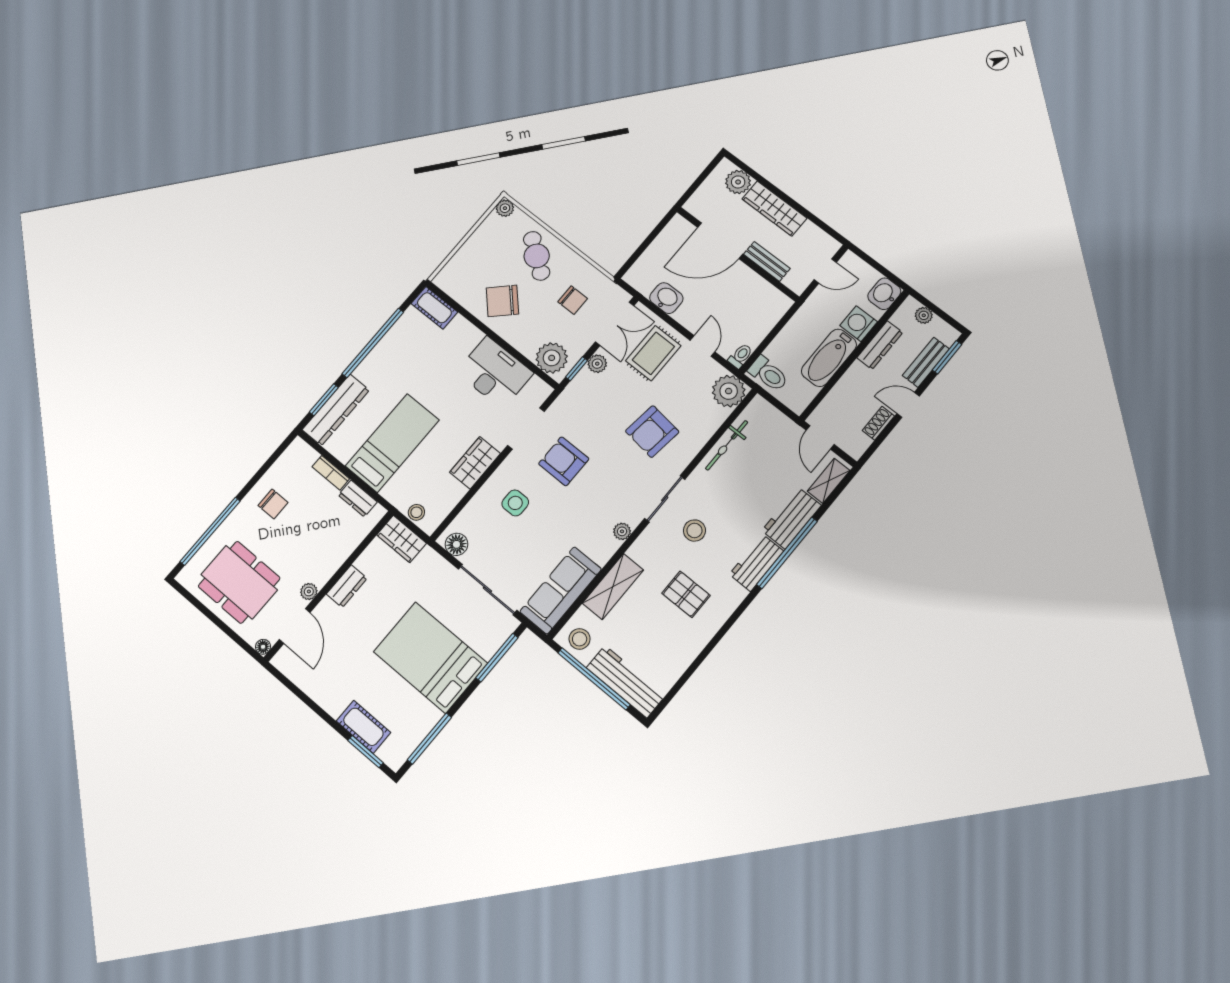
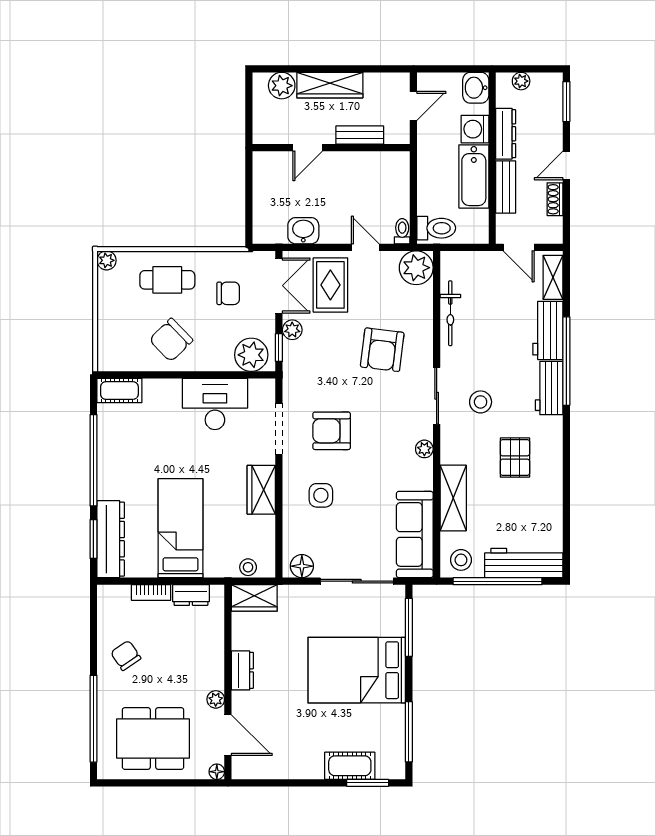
door: (720, 241) -> (308, 148), width x0.53
cafe table: (537, 256) -> (167, 280), turned -36
bench: (926, 362) -> (506, 187), moved
chair: (273, 504) -> (126, 655), turned -124
pallet: (686, 594) -> (515, 457), turned 90

